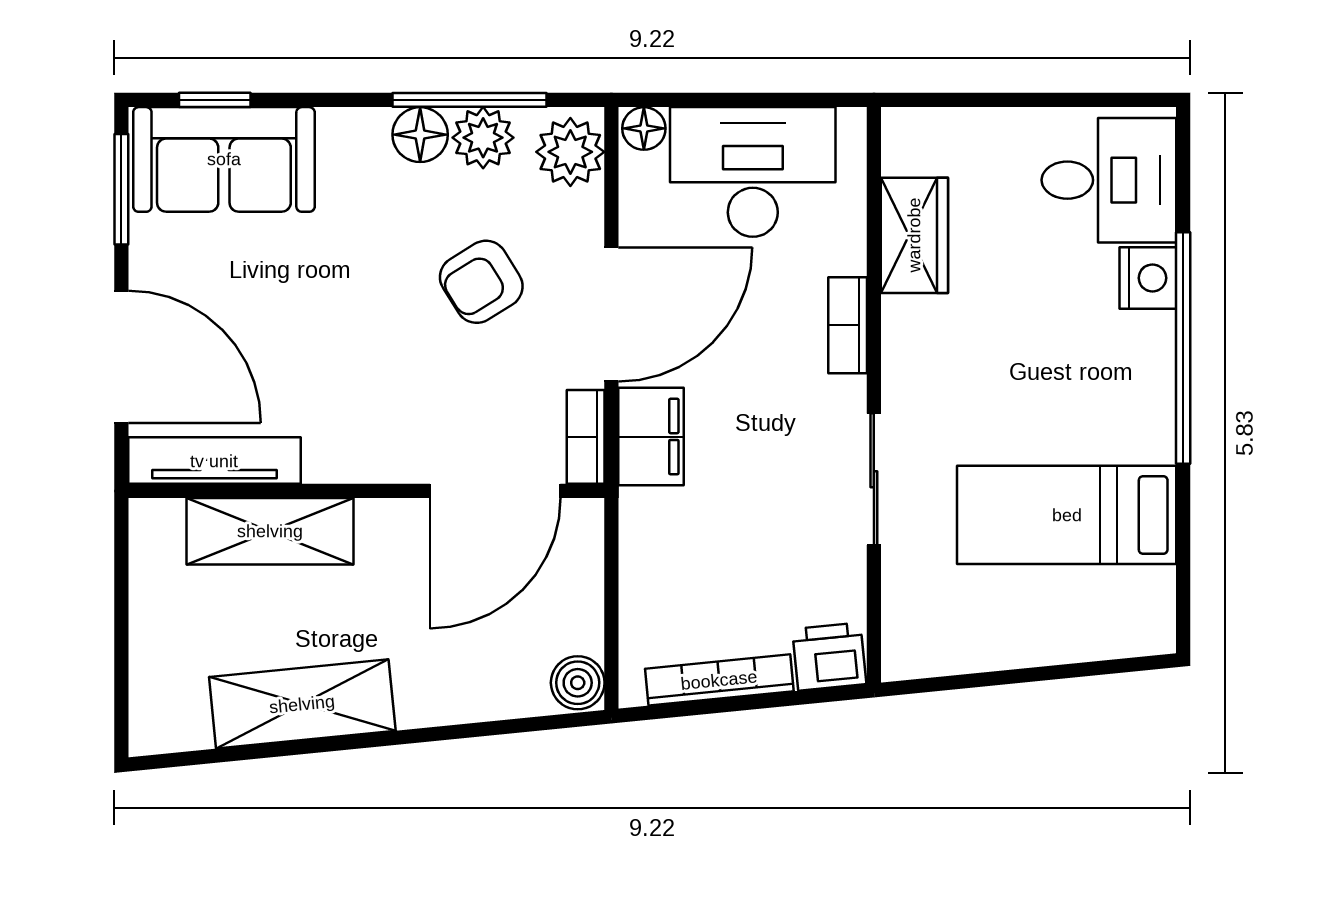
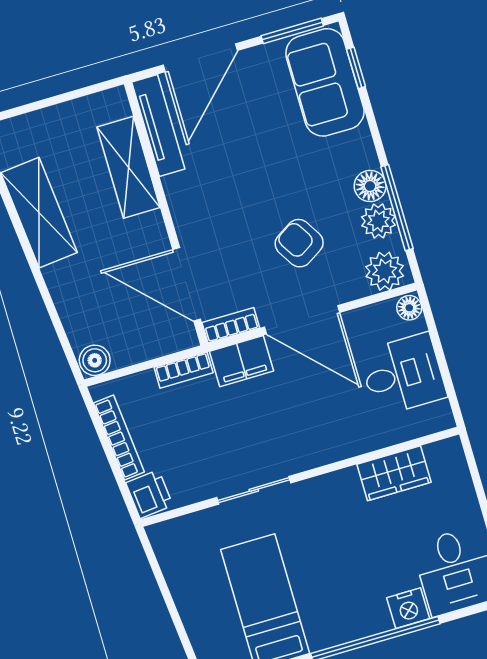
desk: (753, 172) -> (403, 374), width x0.73
bookcase: (848, 325) -> (184, 370), moved, turned 180

